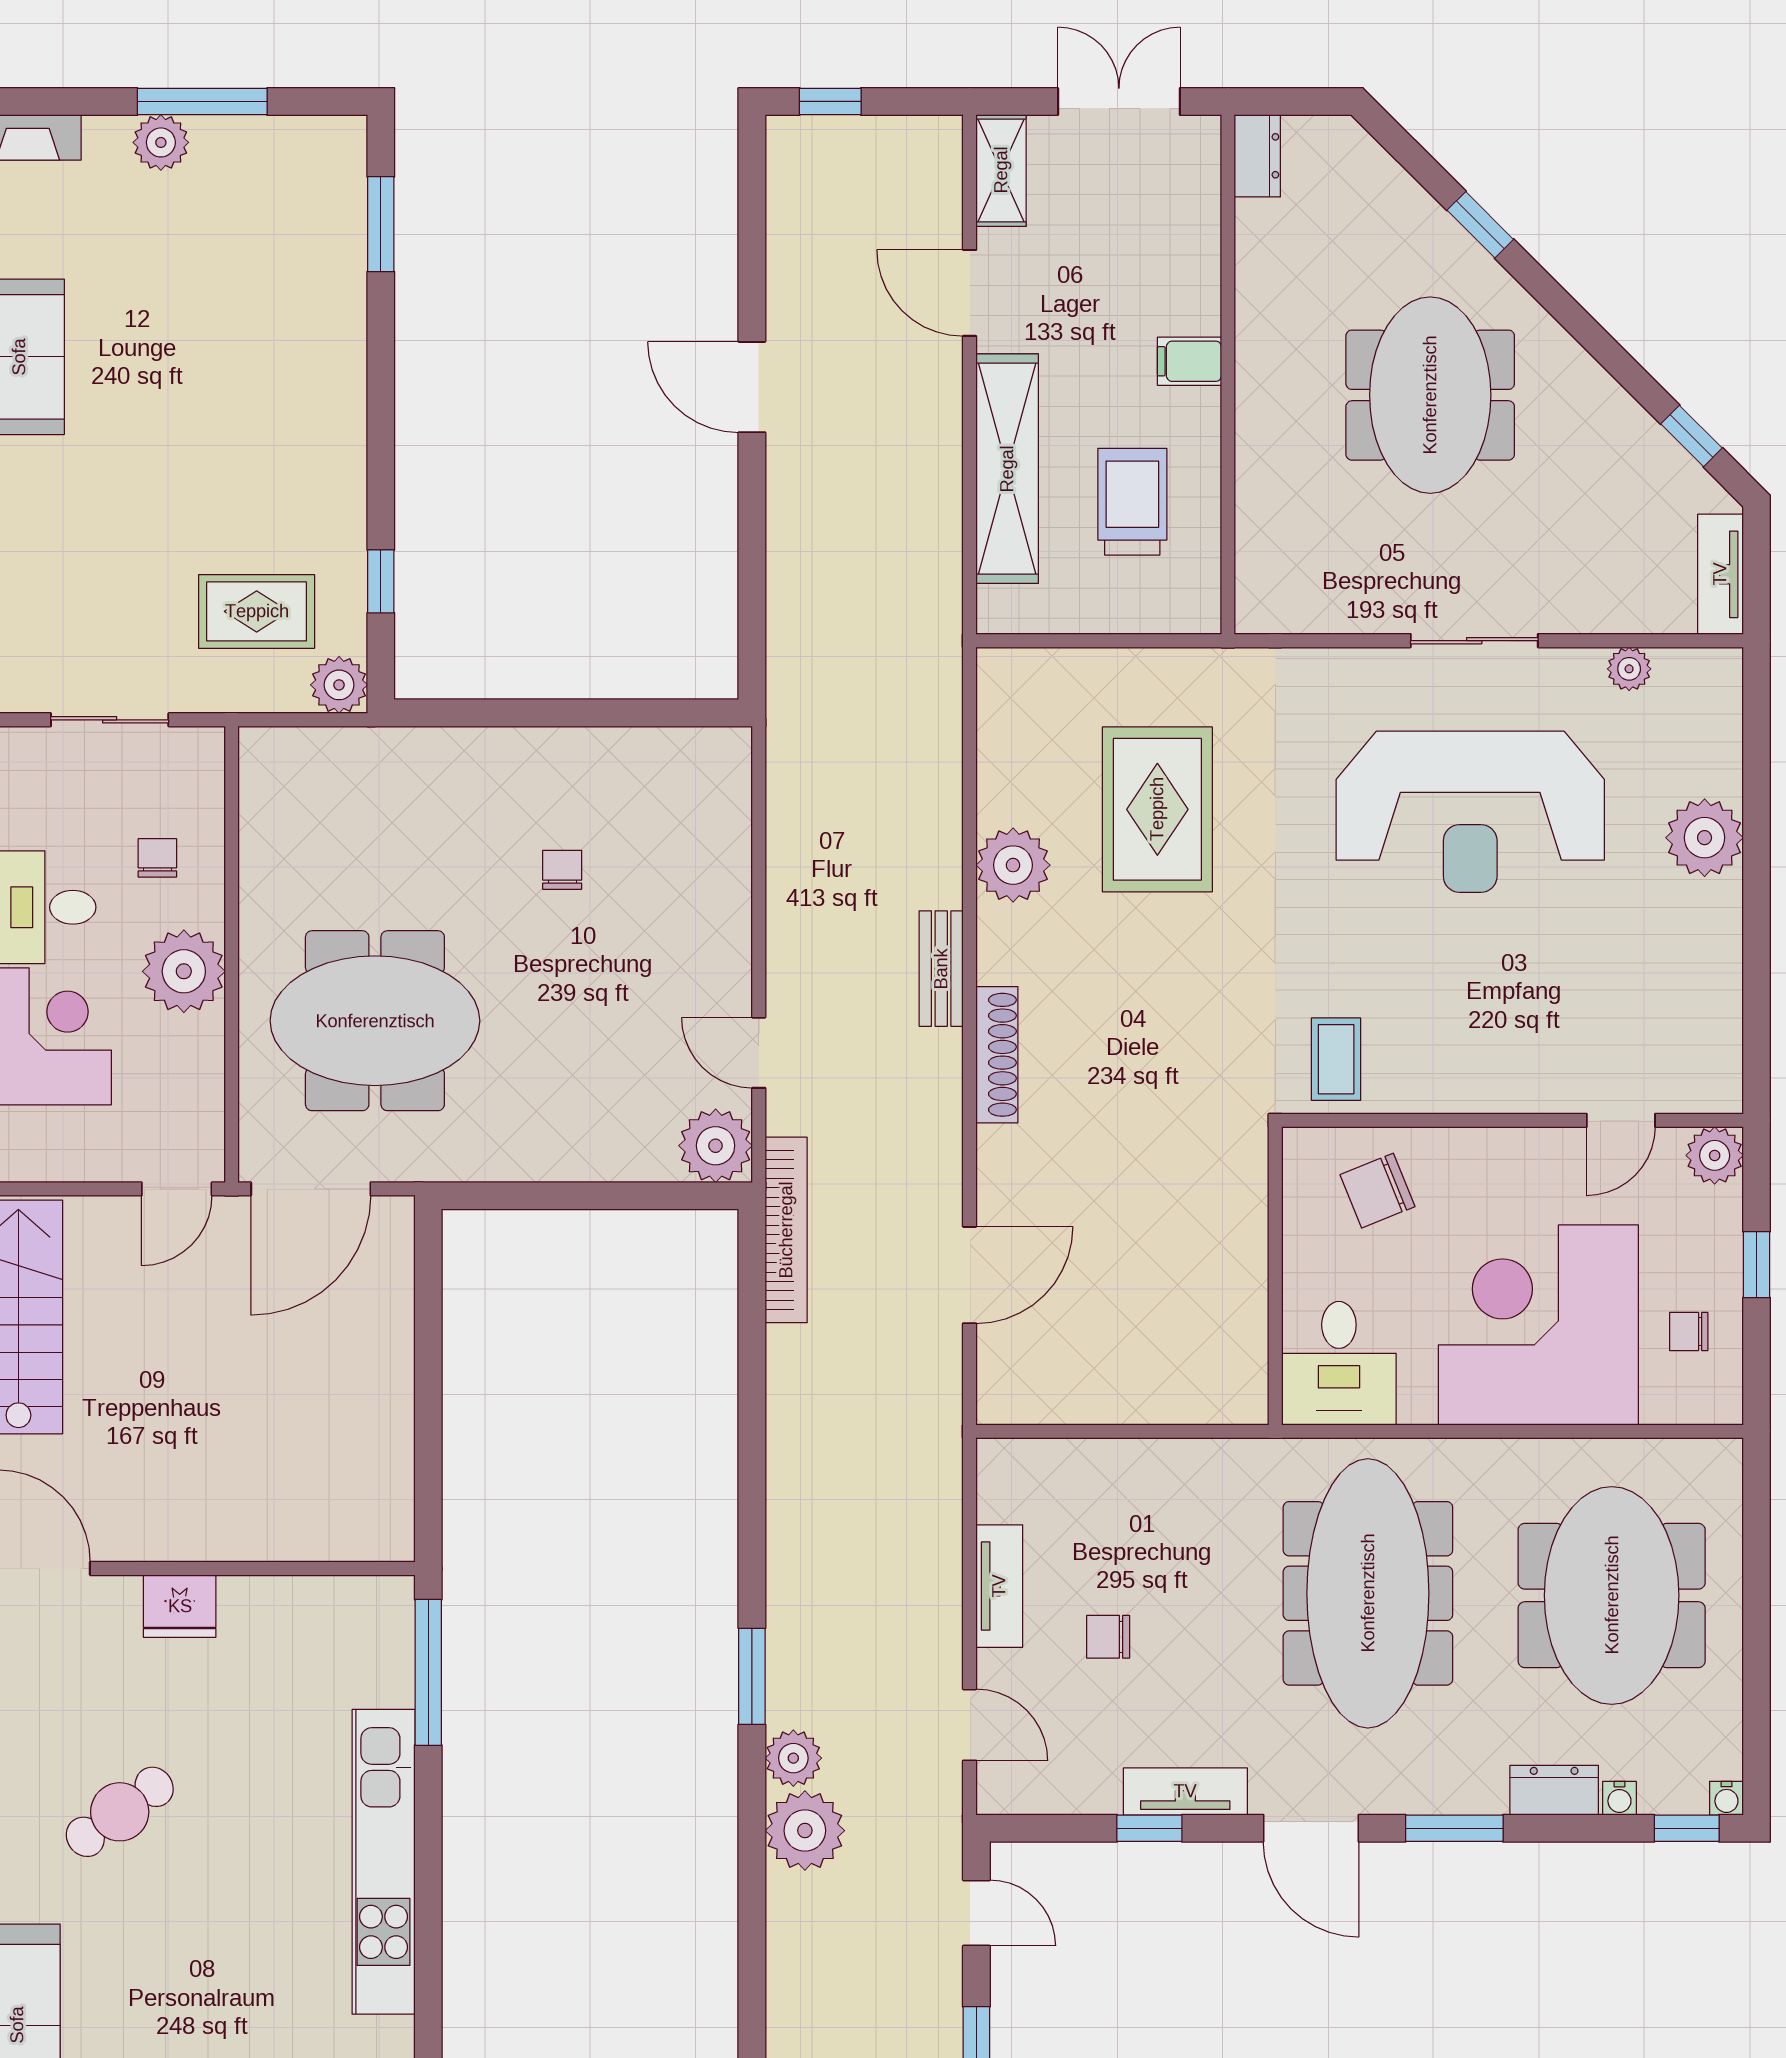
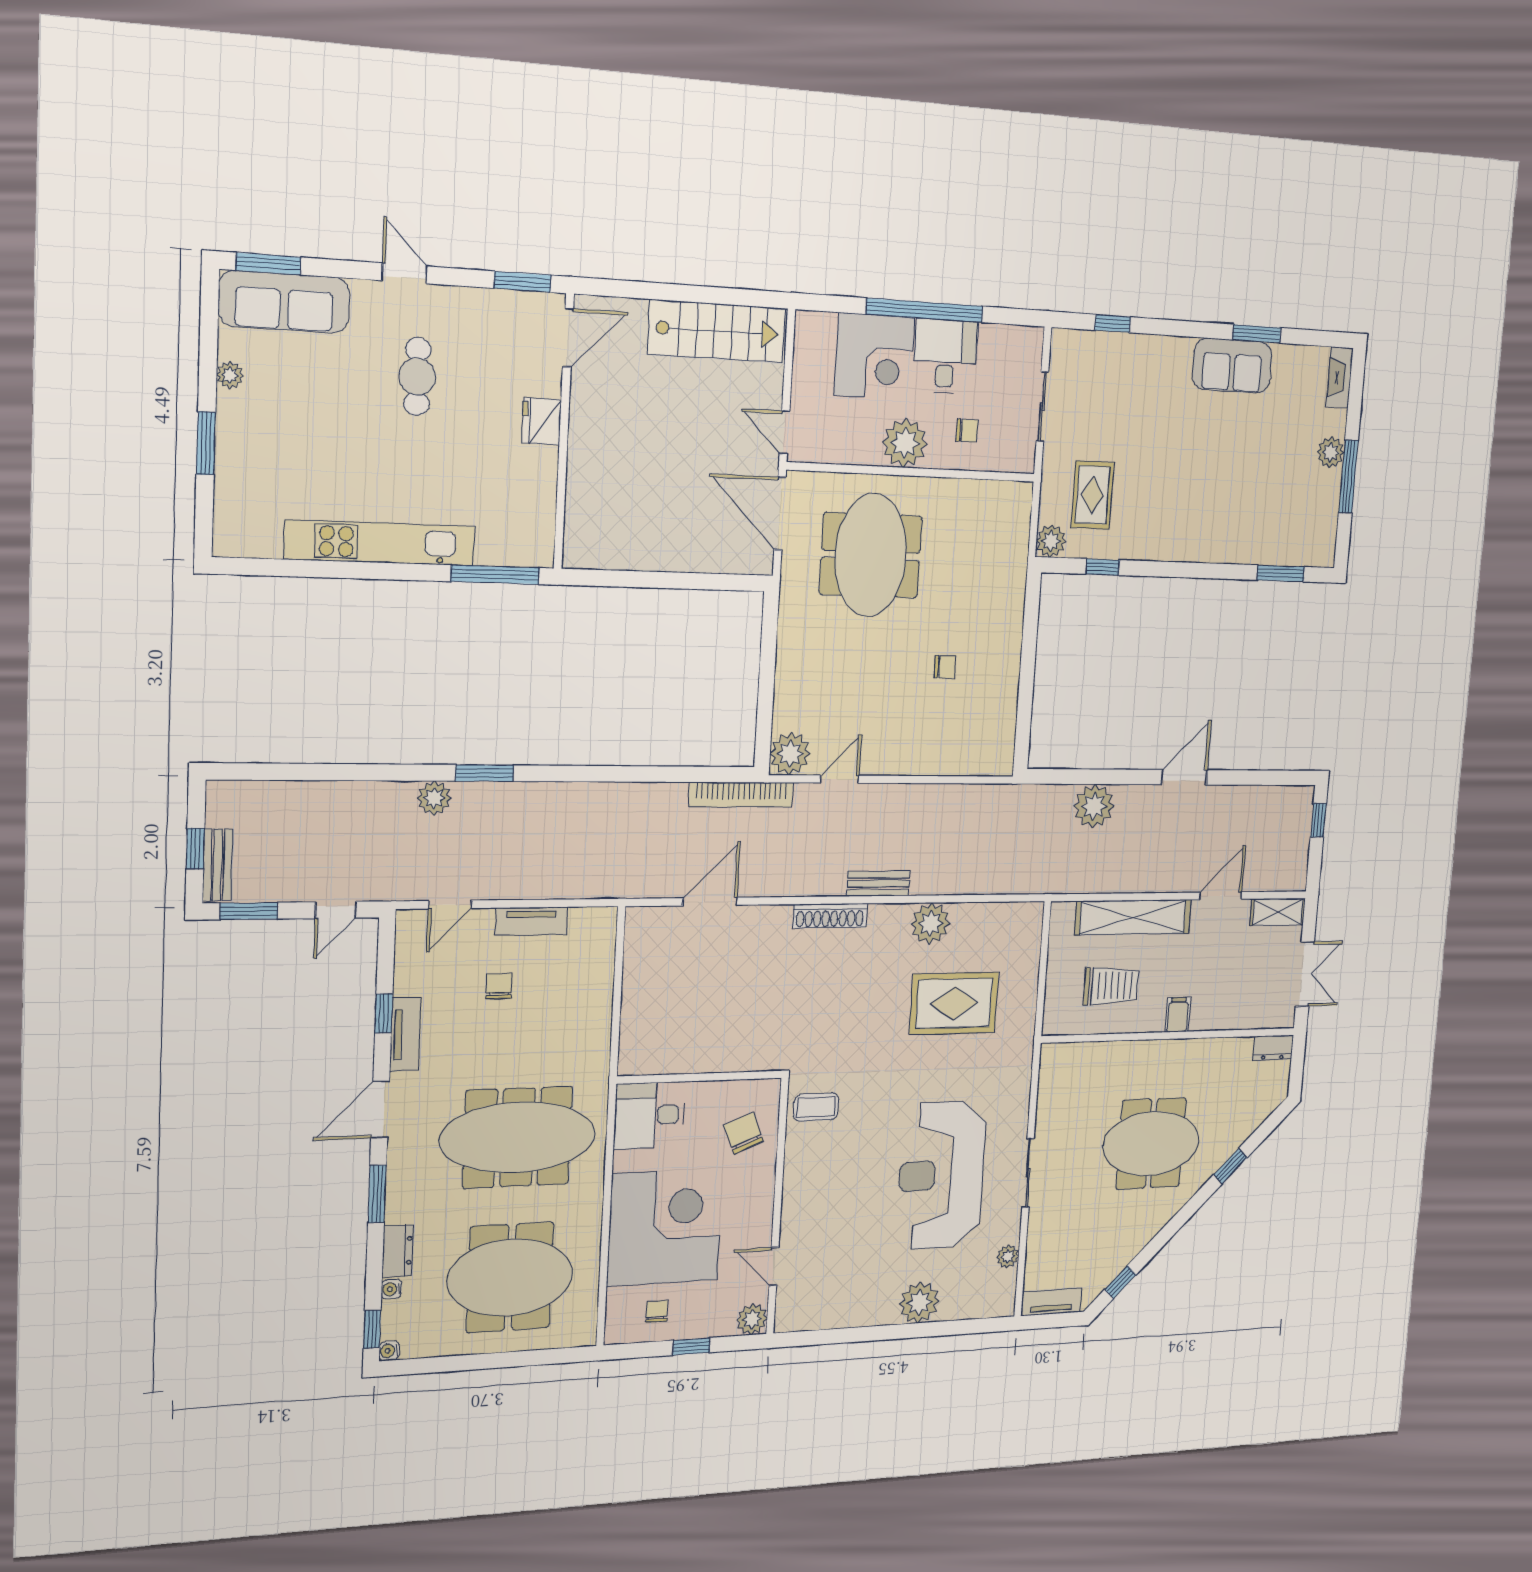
door: (970, 1275) -> (710, 902), swing flipped
cafe table: (120, 1812) -> (417, 377), turned 36
plant: (805, 1831) -> (1094, 806), moved

